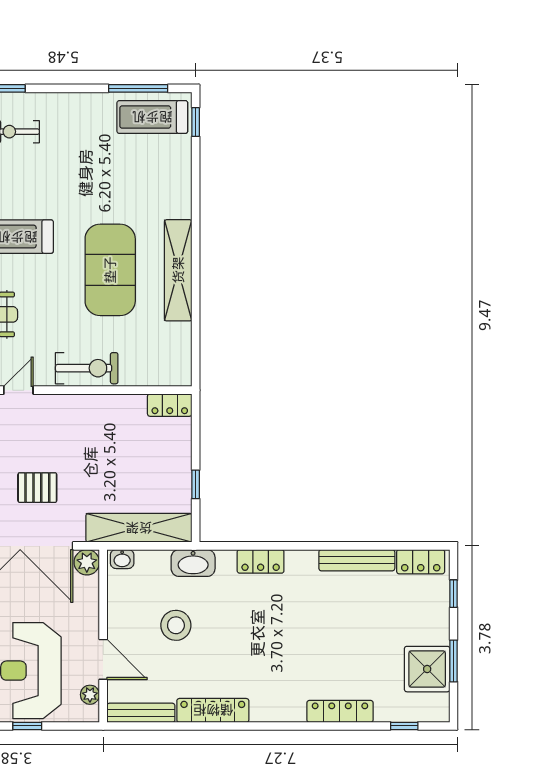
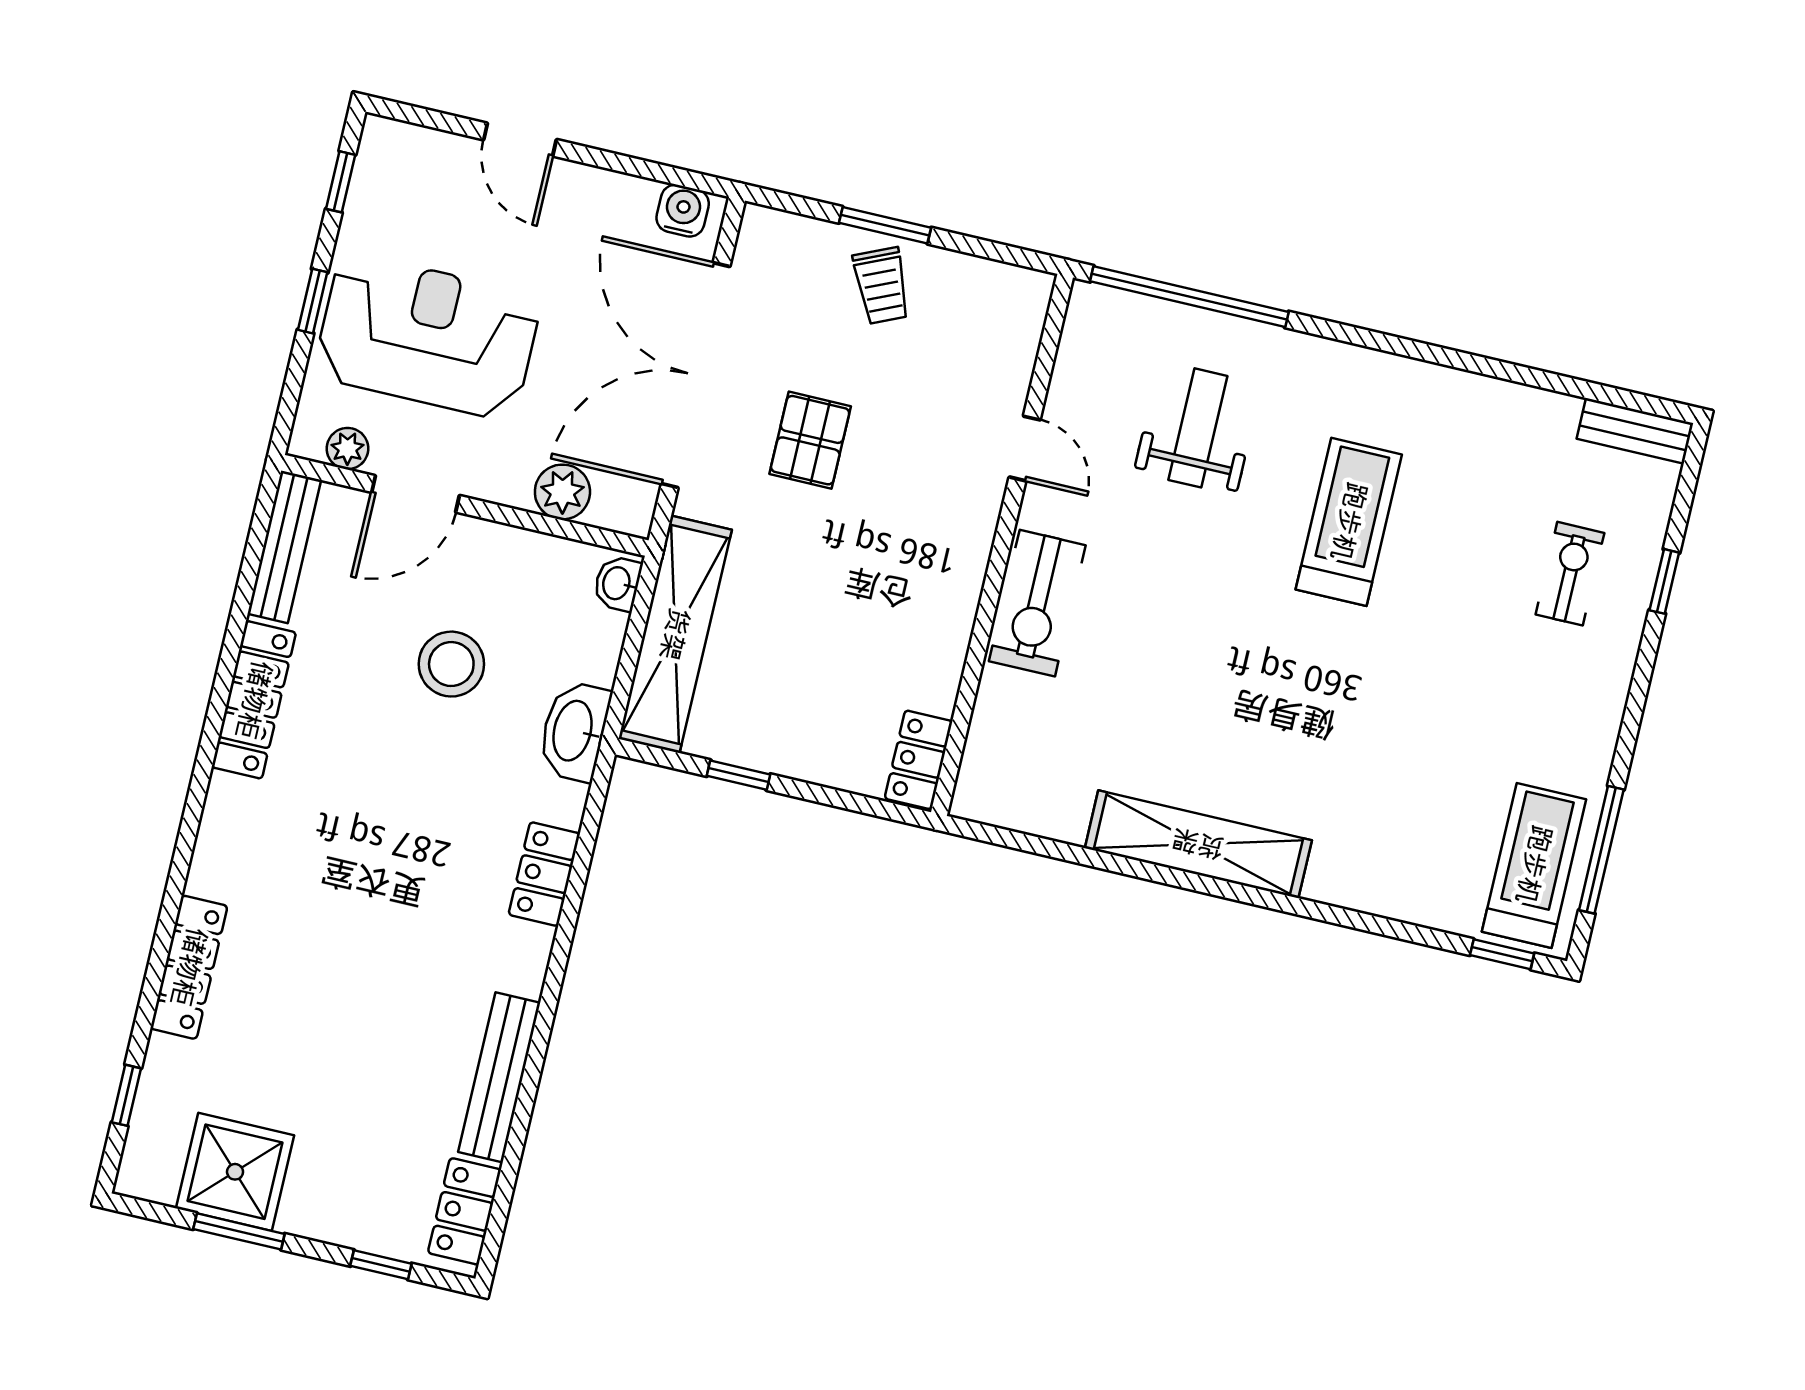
exercise mat: (110, 270) -> (1233, 701), removed
plant: (87, 562) -> (562, 492), moved

